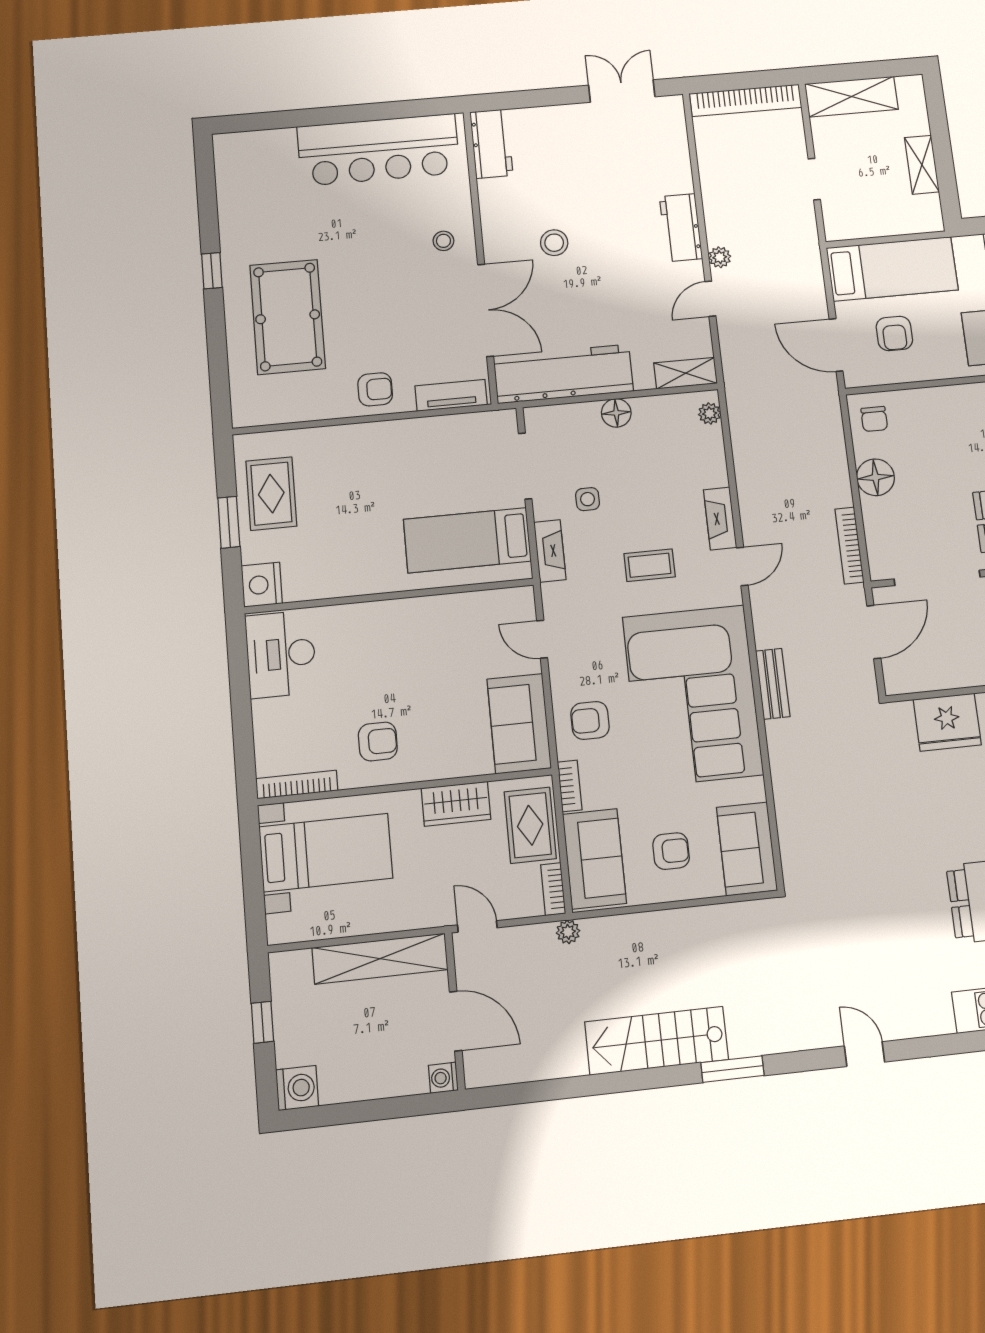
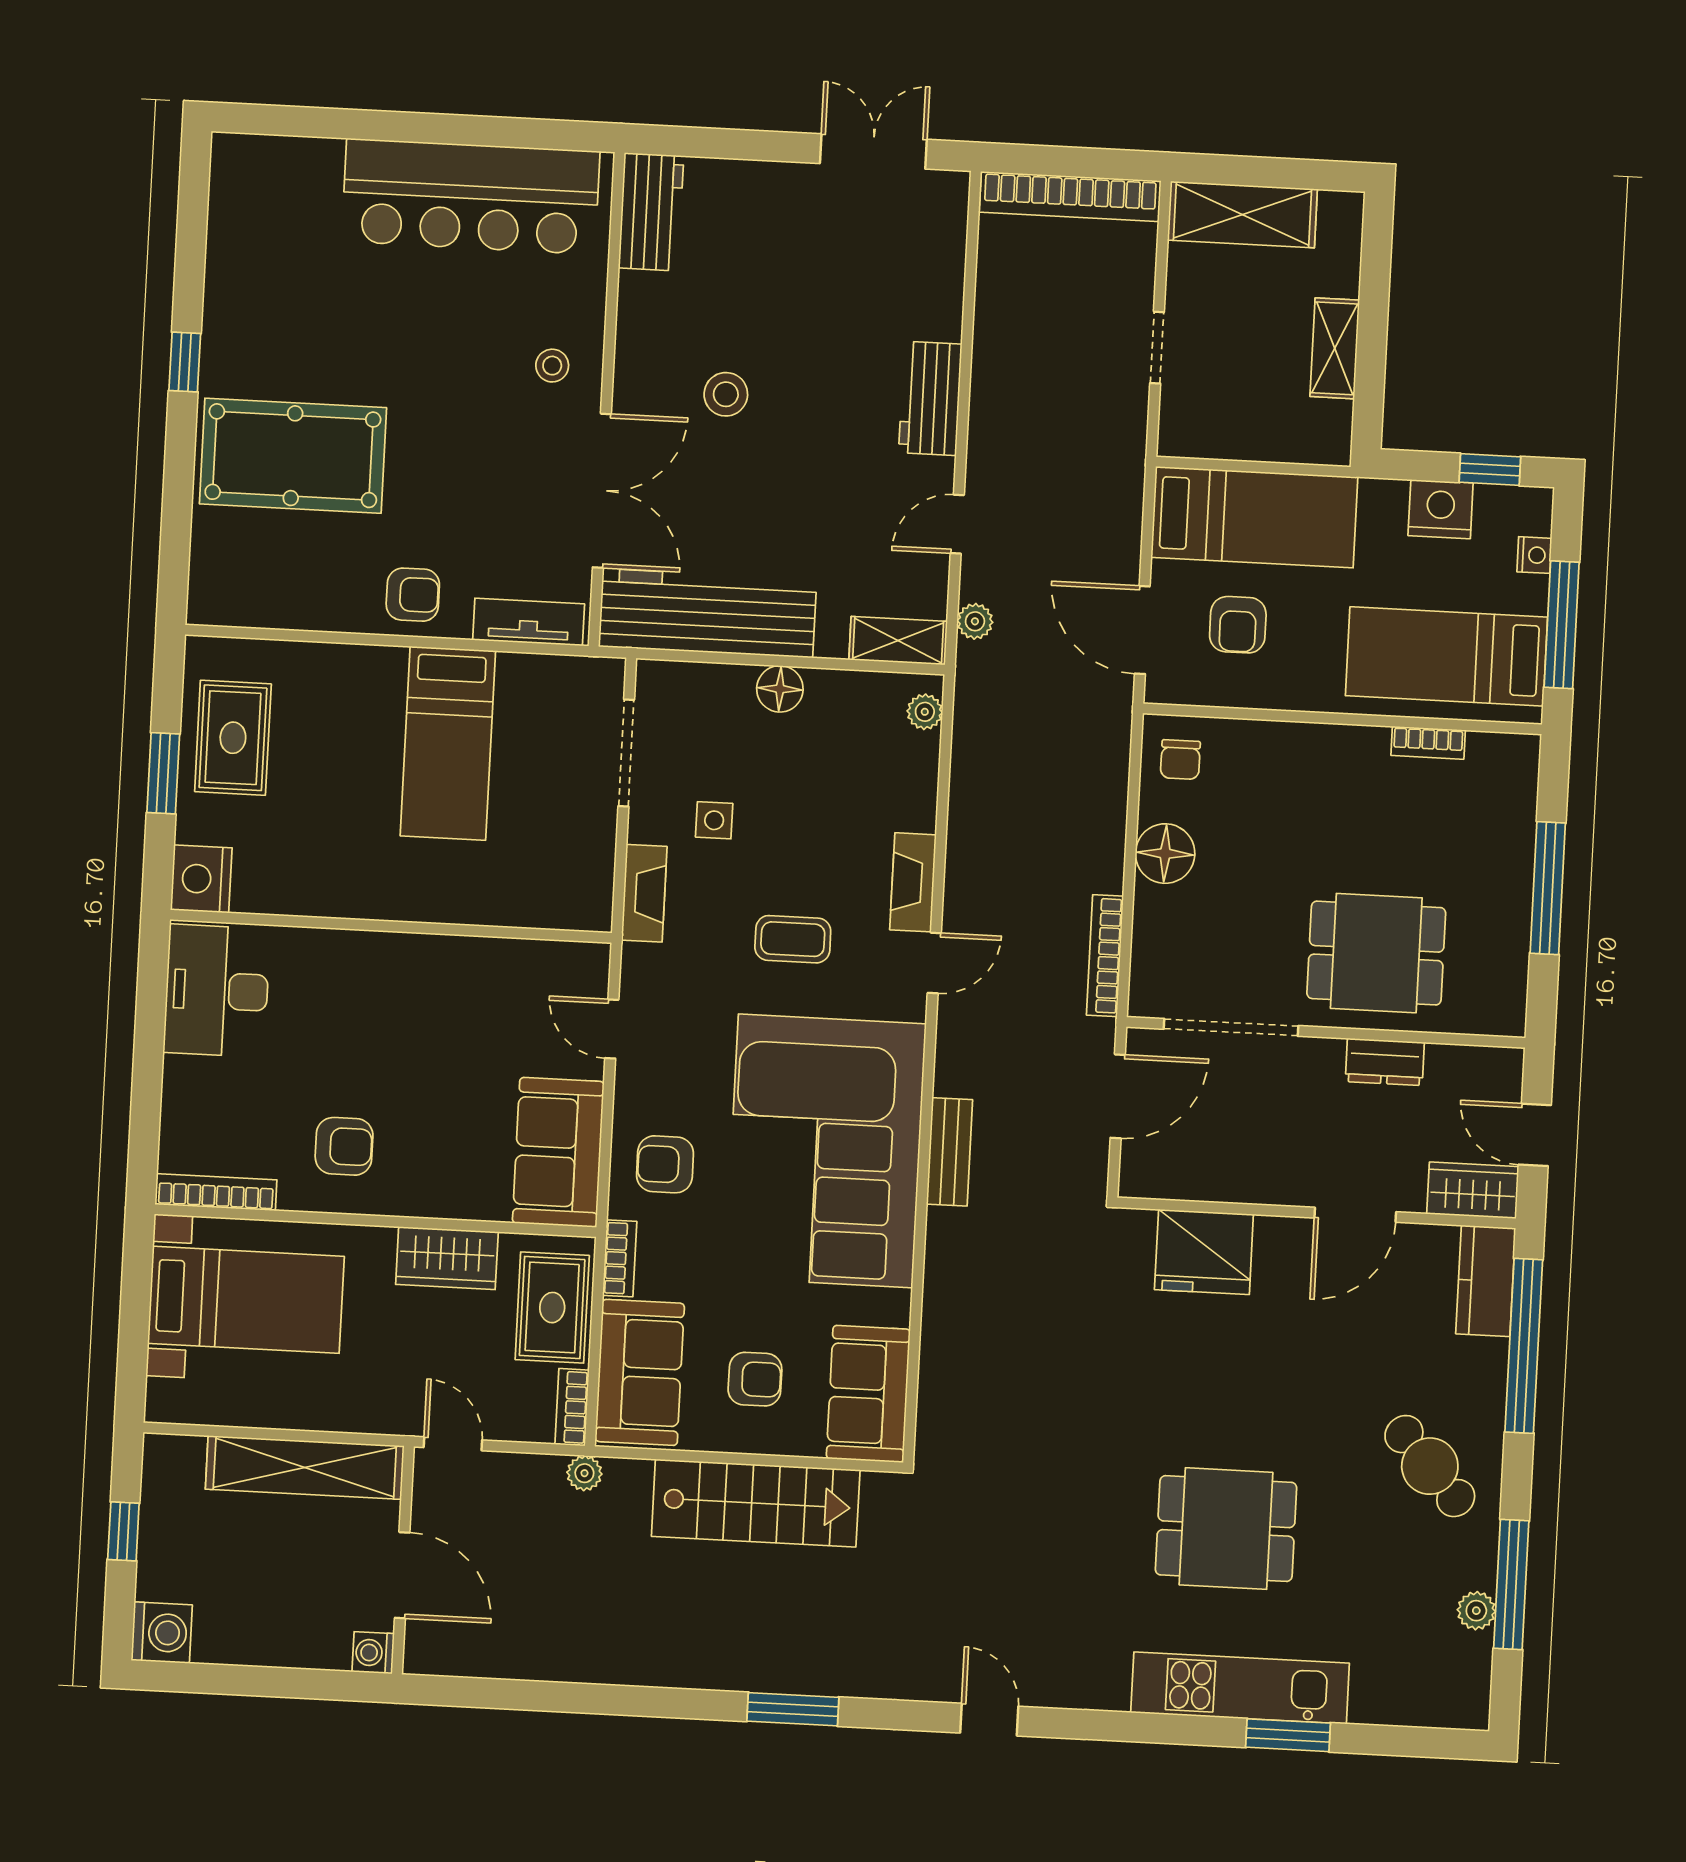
plant: (720, 257) -> (975, 621), moved
pool table: (288, 317) -> (293, 456), turned 90
bed: (467, 540) -> (448, 743), moved, turned -90
stairs: (657, 1041) -> (756, 1503), moved, turned 180

